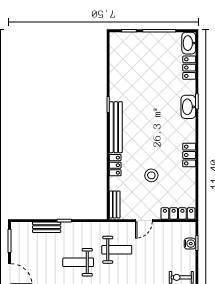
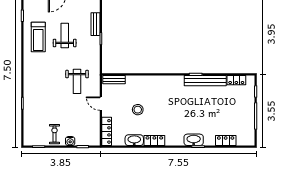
washbasin: (189, 43) -> (134, 140), moved
bench: (116, 127) -> (205, 81), moved
locker: (115, 165) -> (236, 80), moved
water cooler: (190, 244) -> (70, 141), moved
weight bench: (78, 262) -> (65, 36), moved

